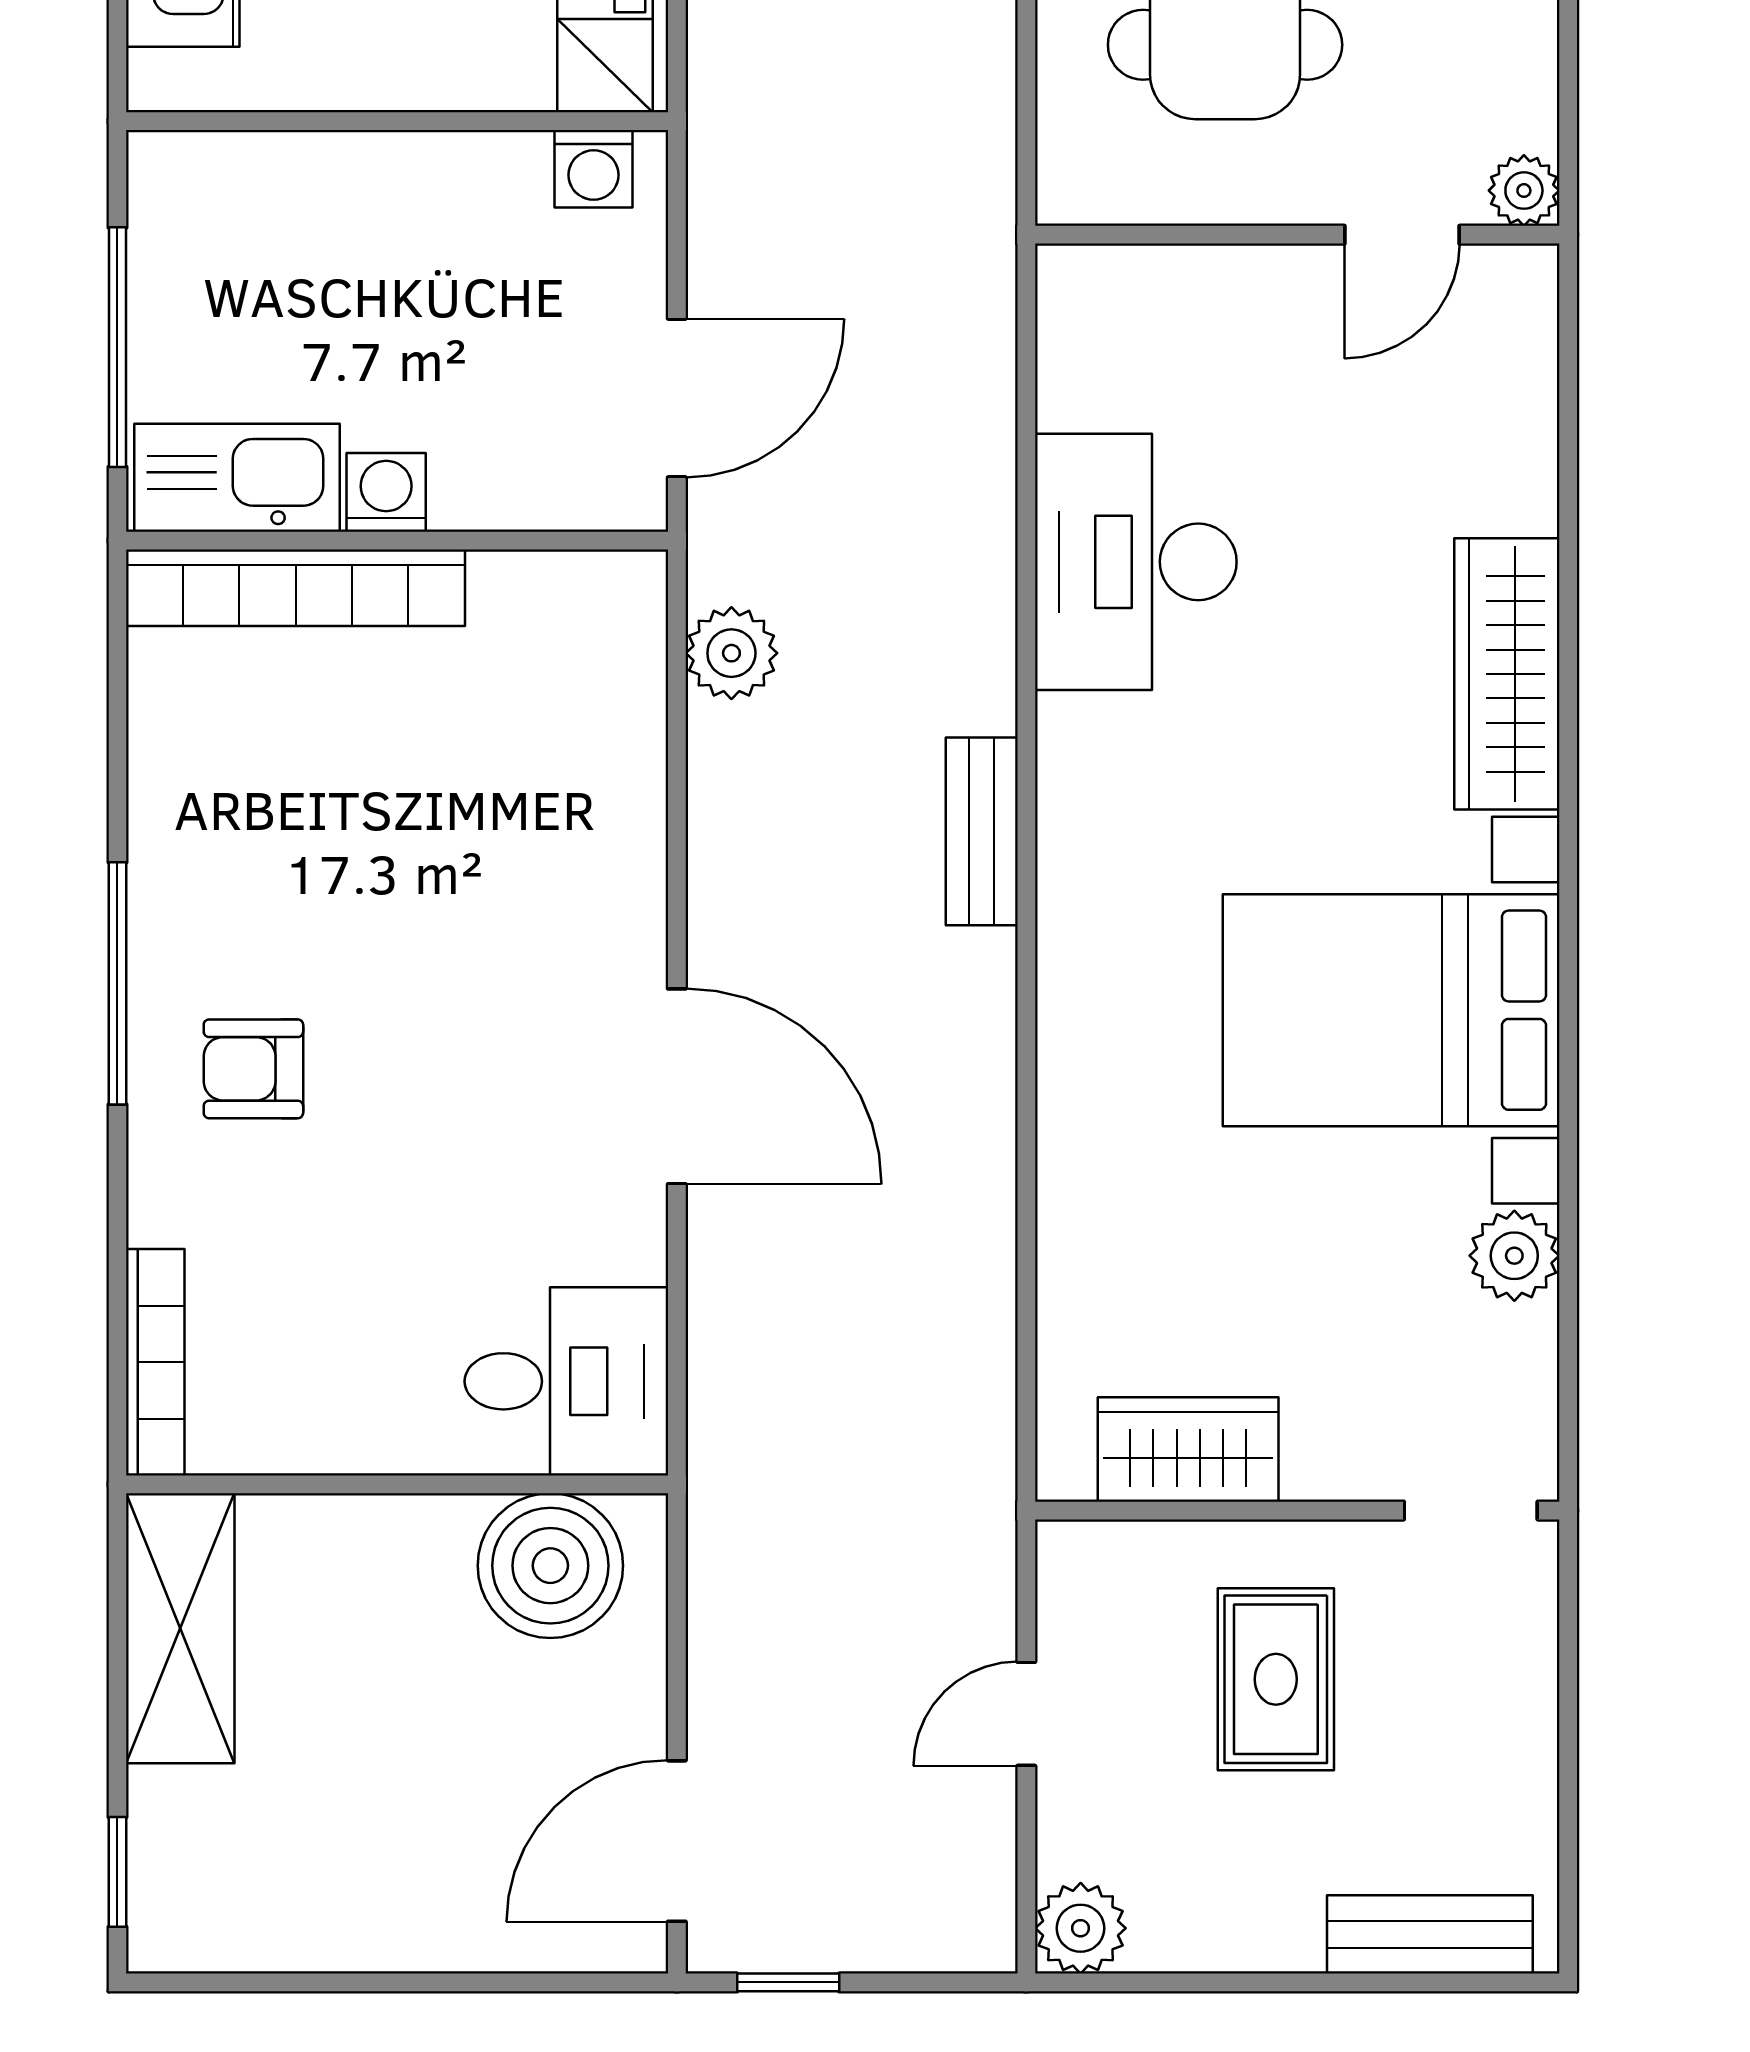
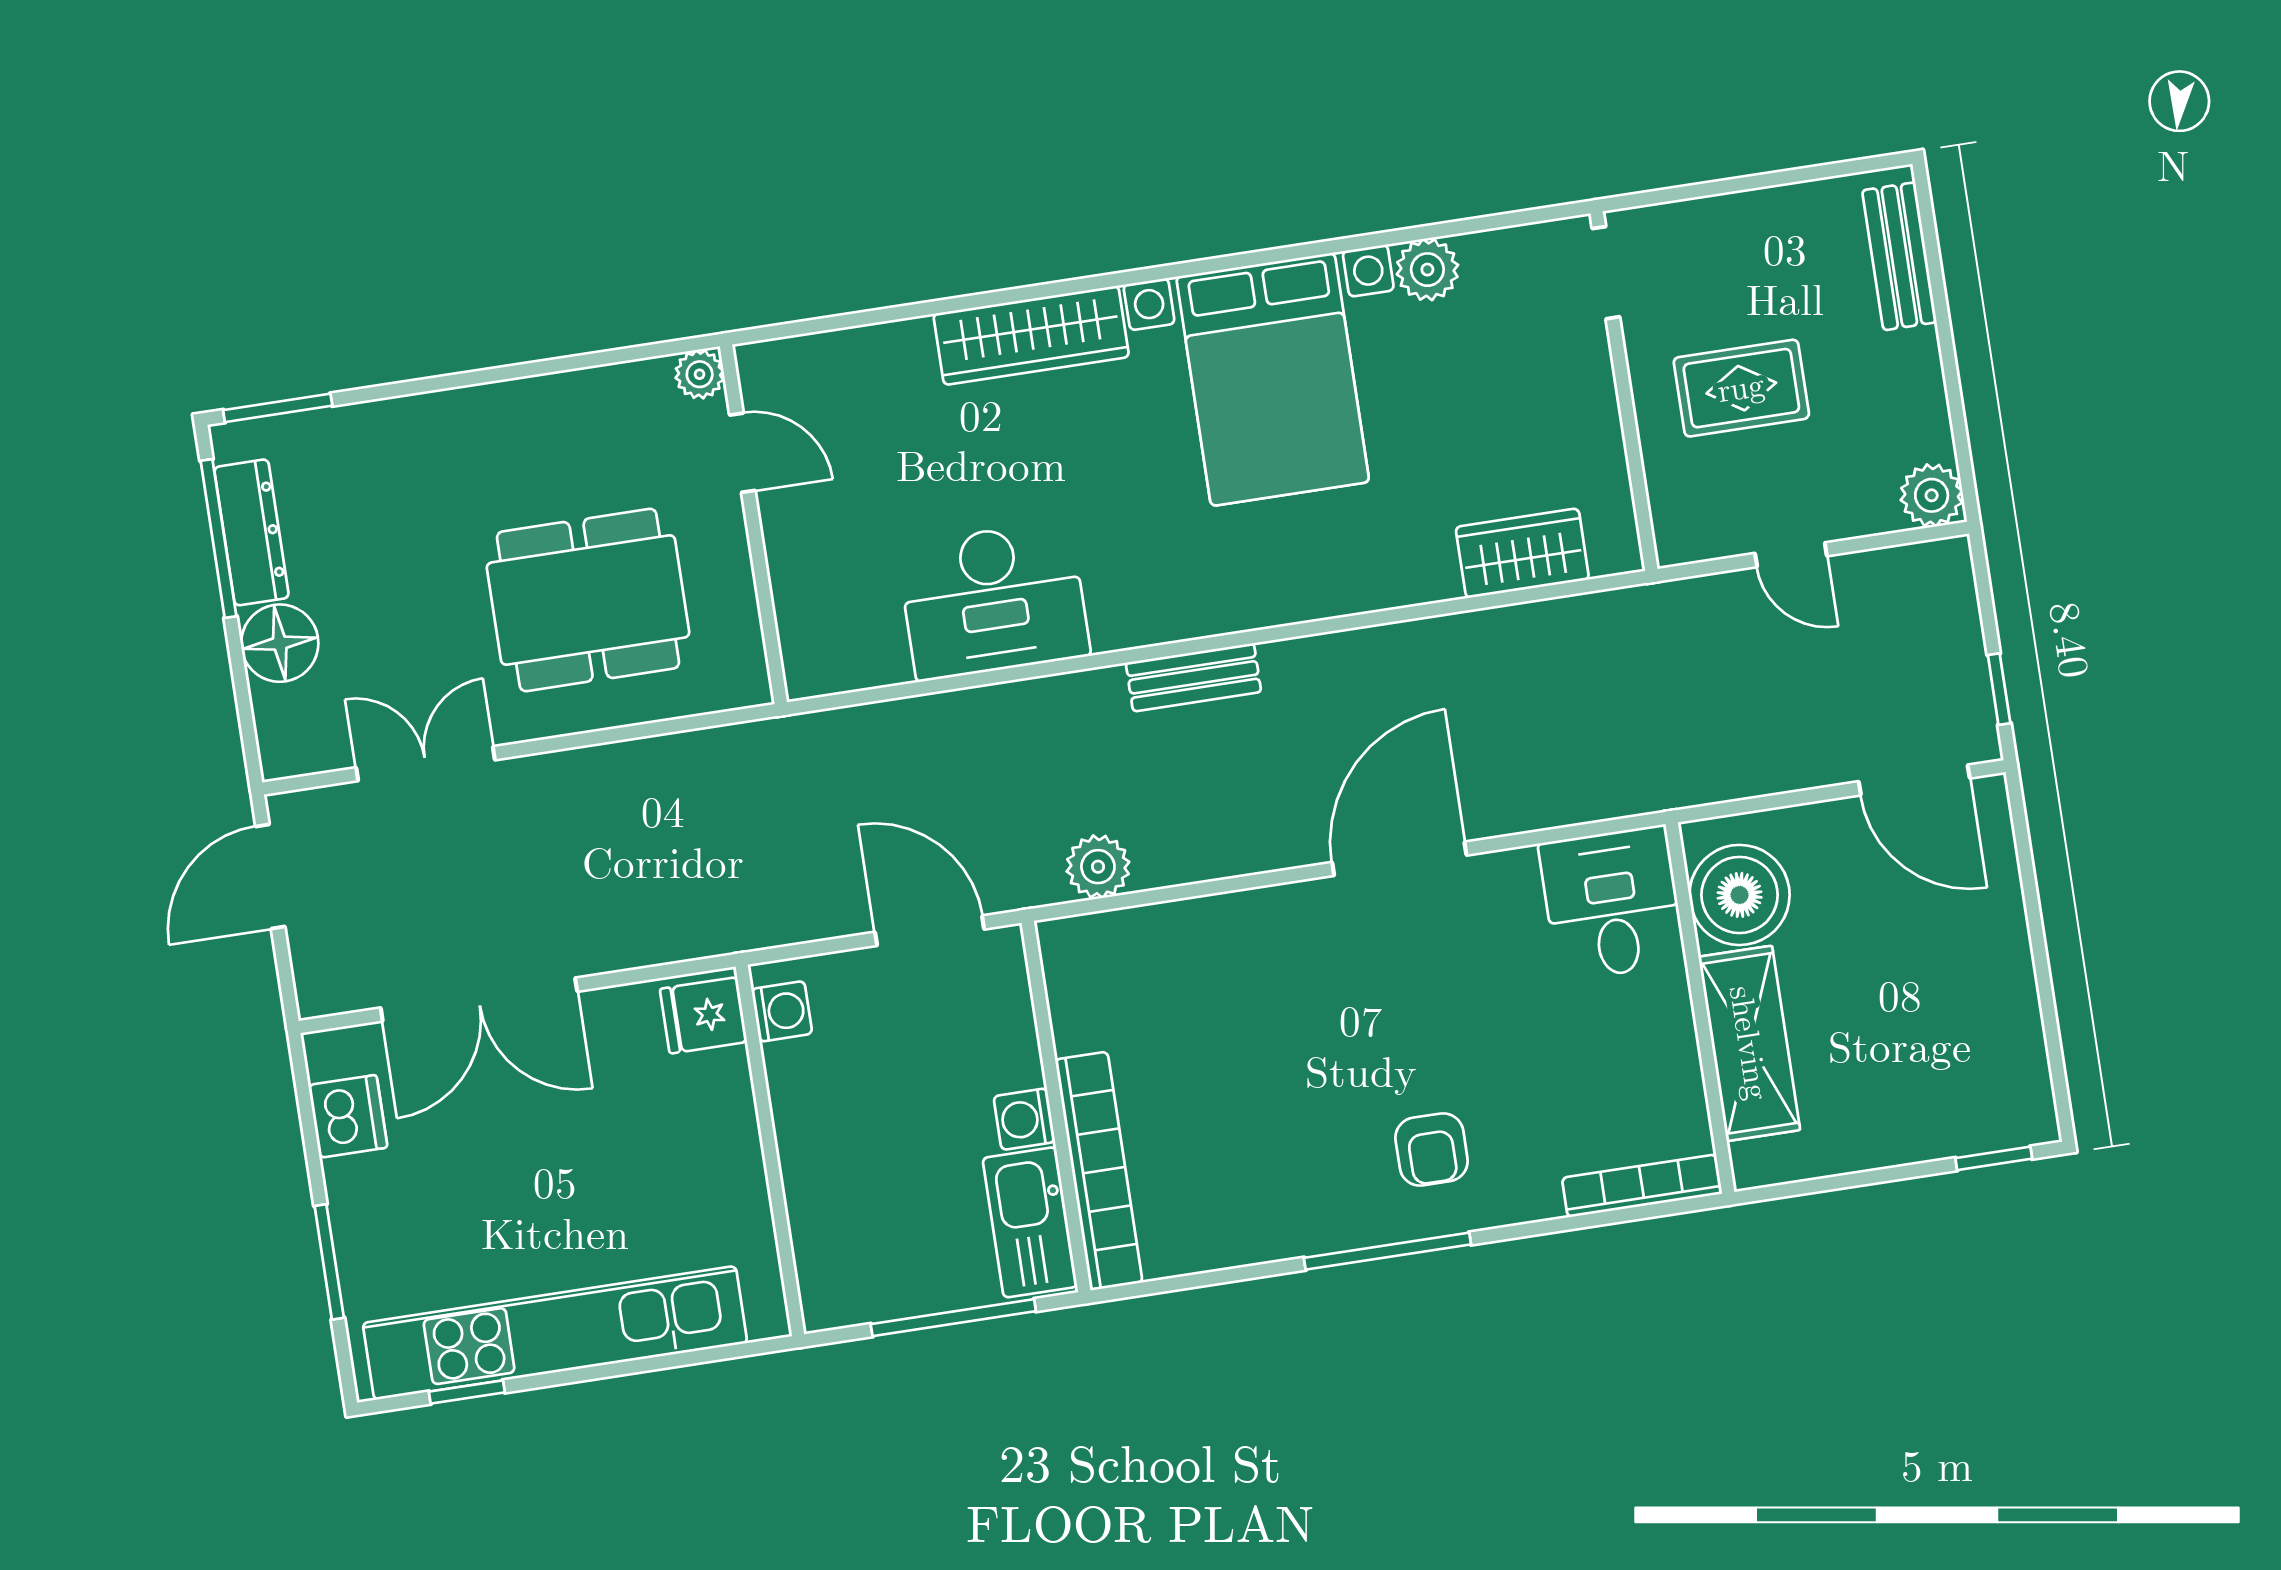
wardrobe: (1188, 1449) -> (1522, 553), moved, turned 90
shelving: (180, 1628) -> (1749, 1043), moved, turned 90

